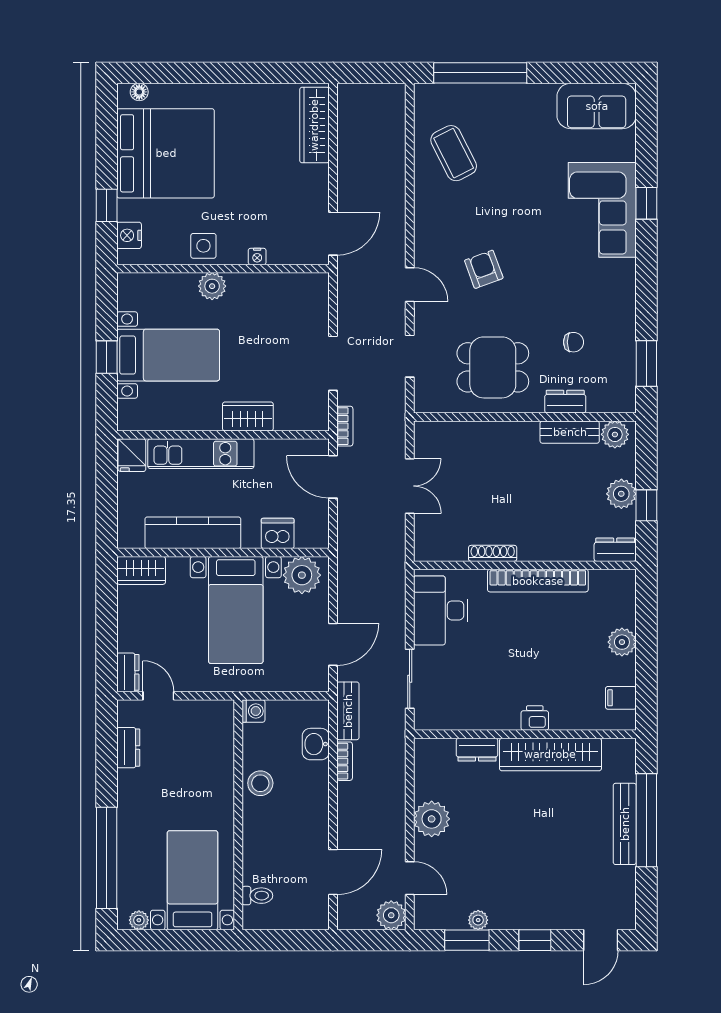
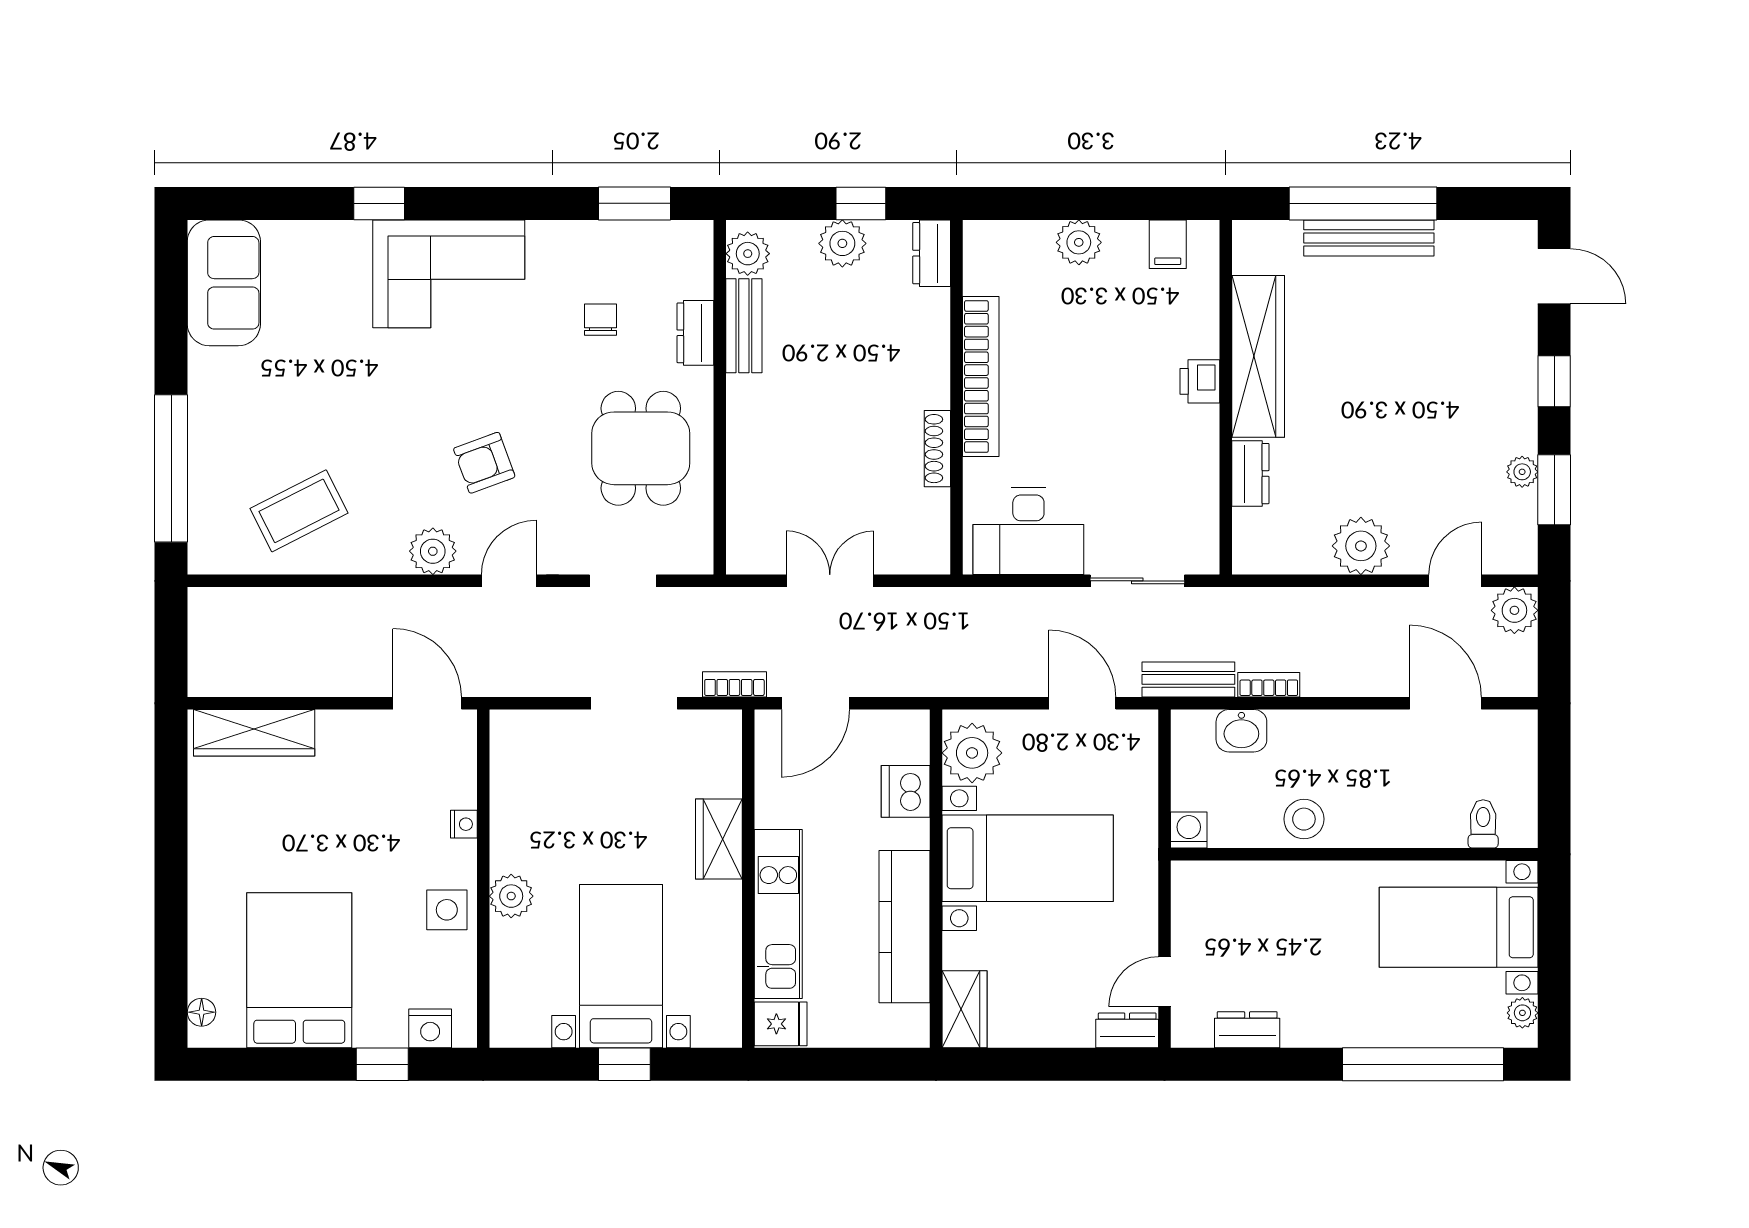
bed: (166, 153) -> (299, 970), width x0.73
corner sofa: (602, 210) -> (449, 274), moved
plant: (428, 237) -> (433, 551), added

